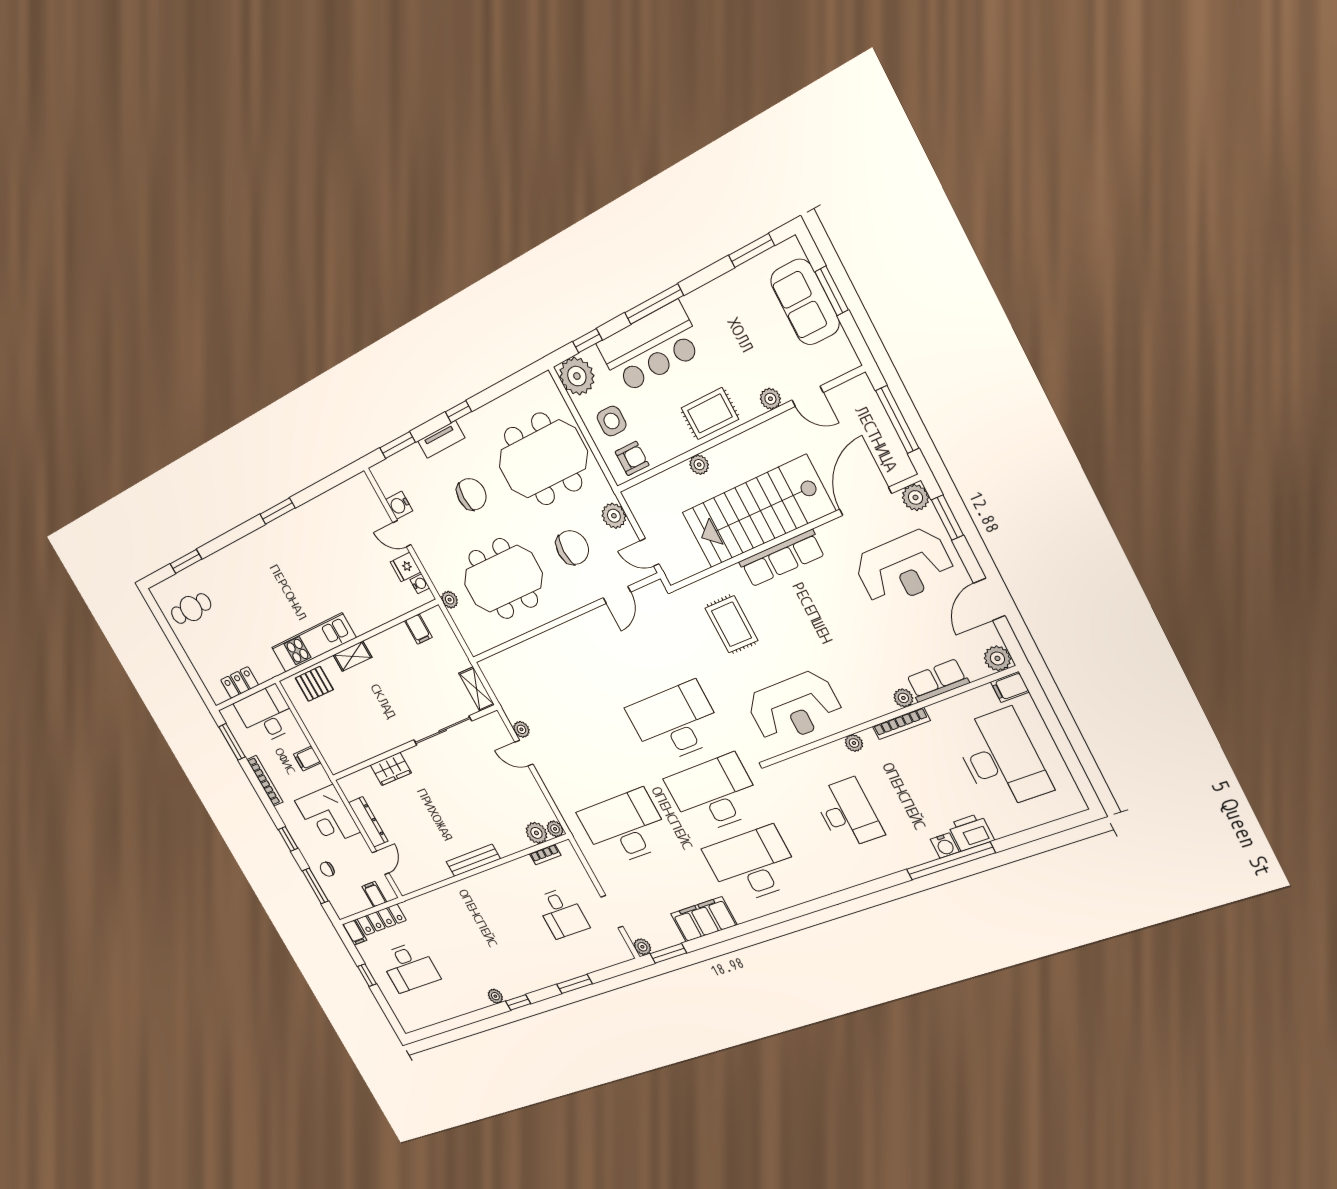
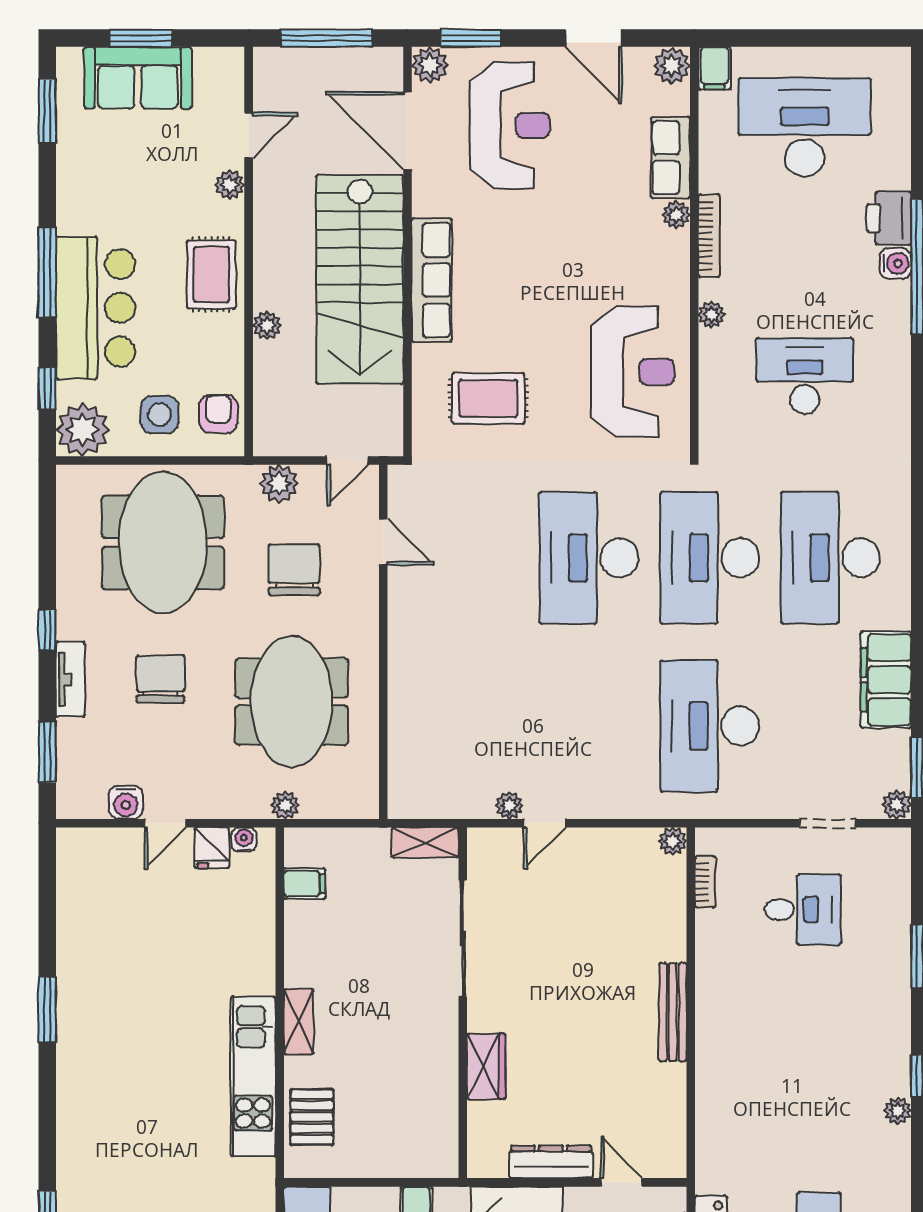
plant: (536, 833) -> (668, 876), removed

